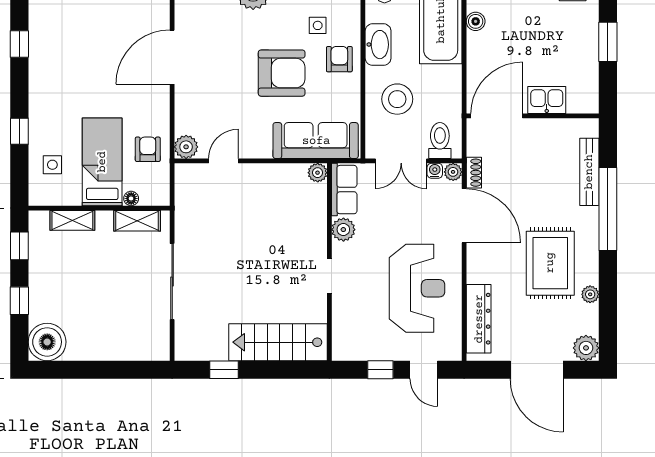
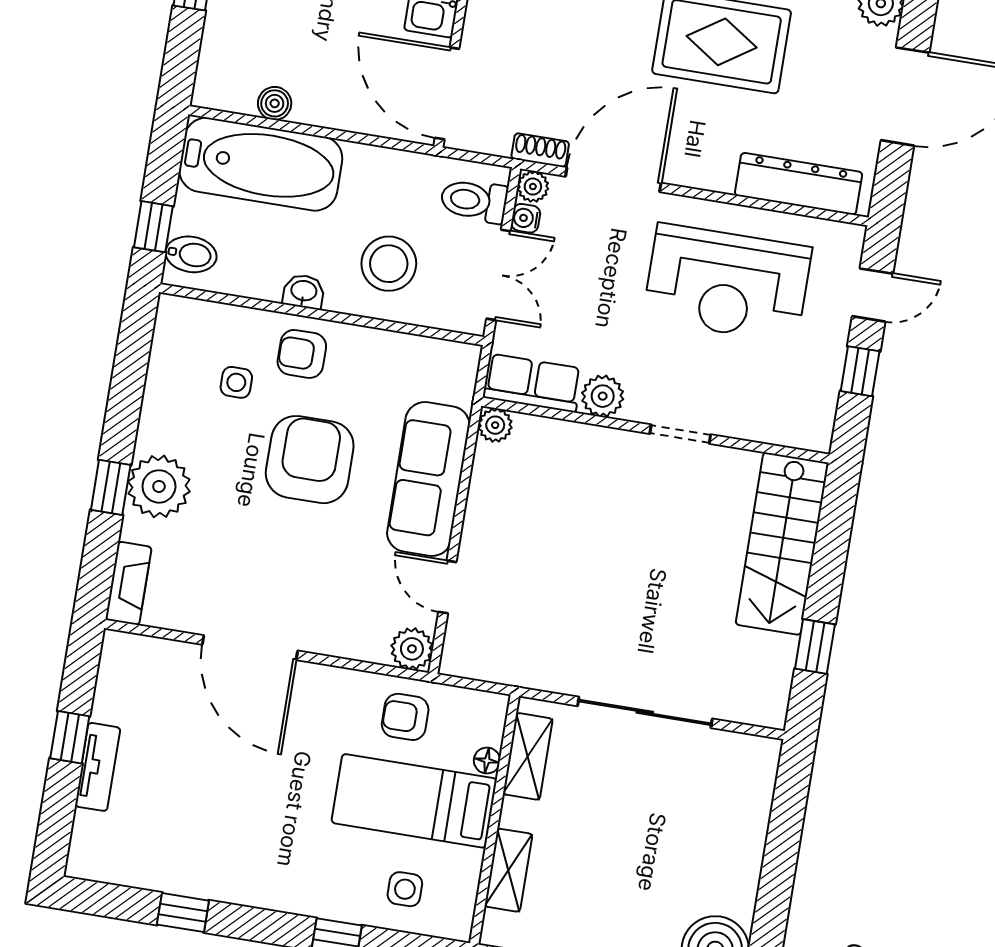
washbasin: (378, 45) -> (304, 292), width x0.52, depth x0.69
sofa: (316, 141) -> (428, 479), moved
reception desk: (417, 288) -> (727, 283), turned 180

